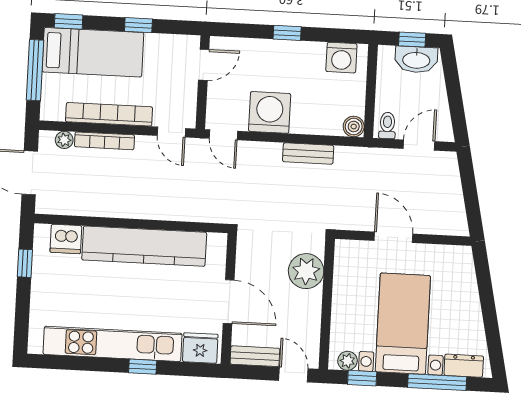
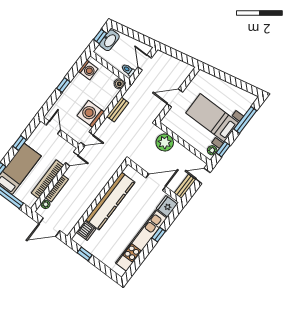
dresser: (464, 366) -> (246, 105), removed

